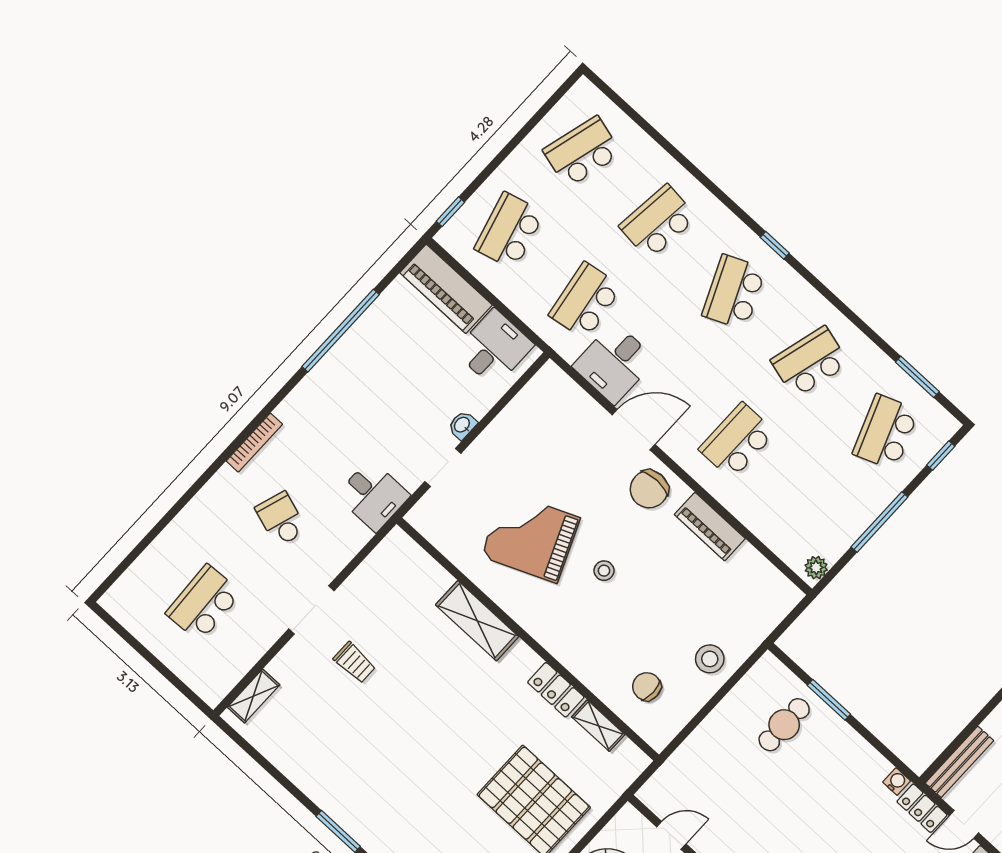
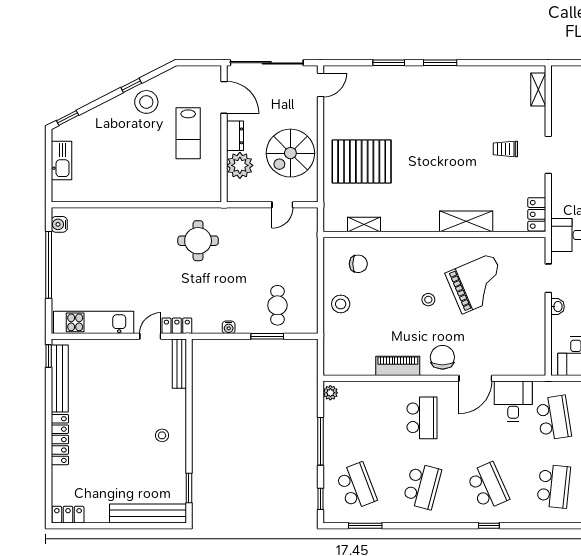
locker: (556, 690) -> (537, 214), moved, turned -90
water cooler: (897, 782) -> (229, 327), moved

